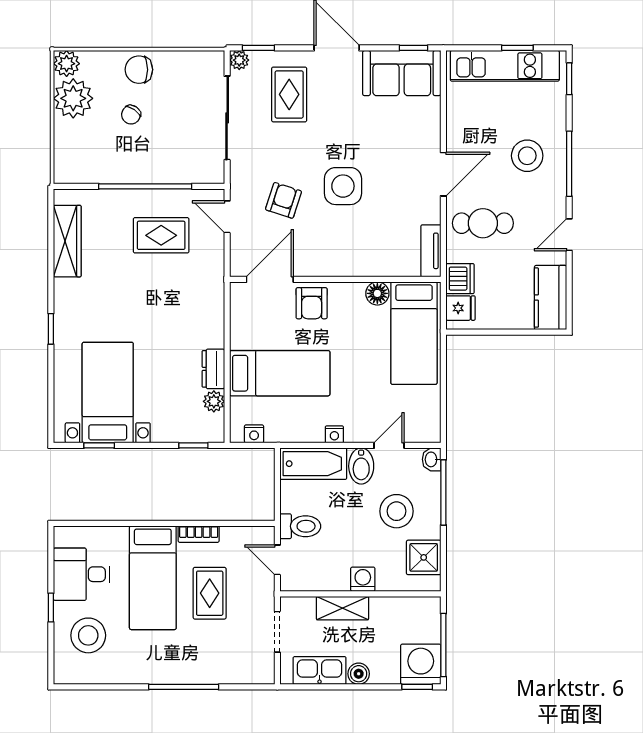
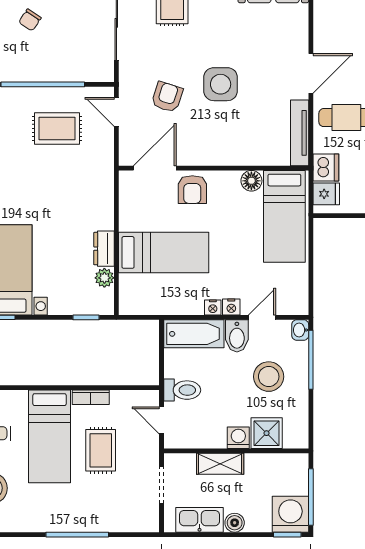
tv unit: (431, 251) -> (300, 133), width x1.41
nightstand: (254, 434) -> (231, 307), moved
shower: (424, 557) -> (267, 433), moved

